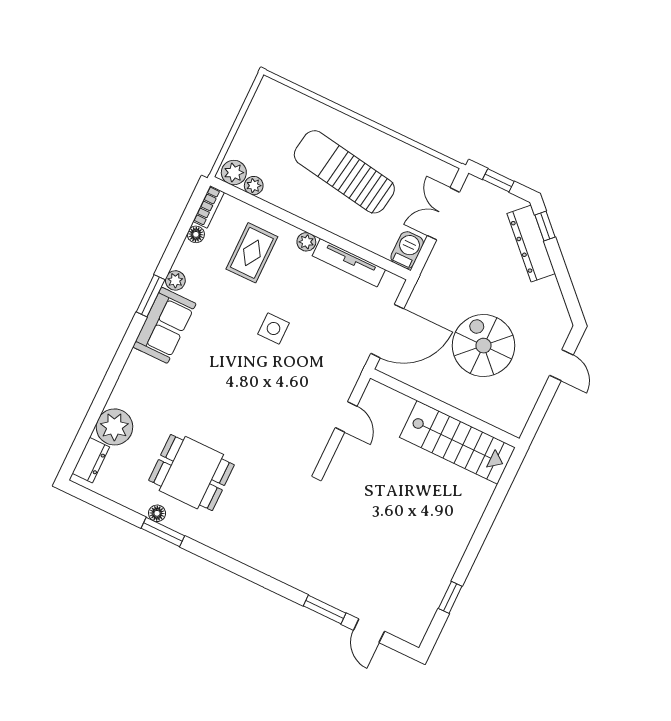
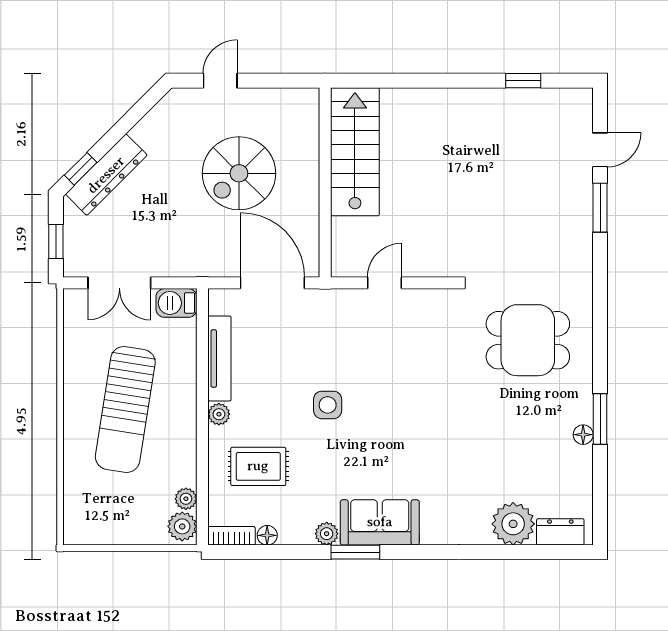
dining table: (191, 473) -> (528, 340), moved, turned 90

